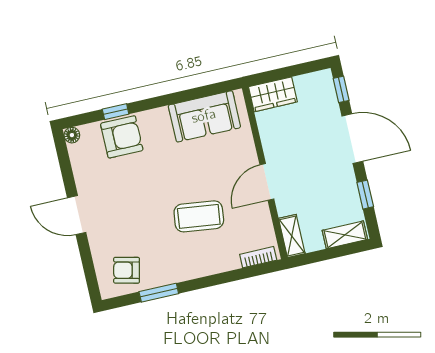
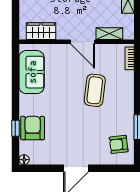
wardrobe: (273, 94) -> (41, 31), moved, turned -90
shelving: (292, 236) -> (109, 34), moved
armchair: (127, 270) -> (119, 144), turned 70

